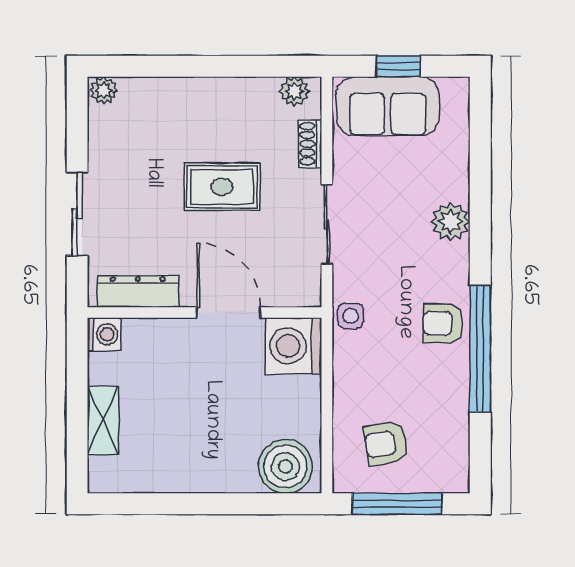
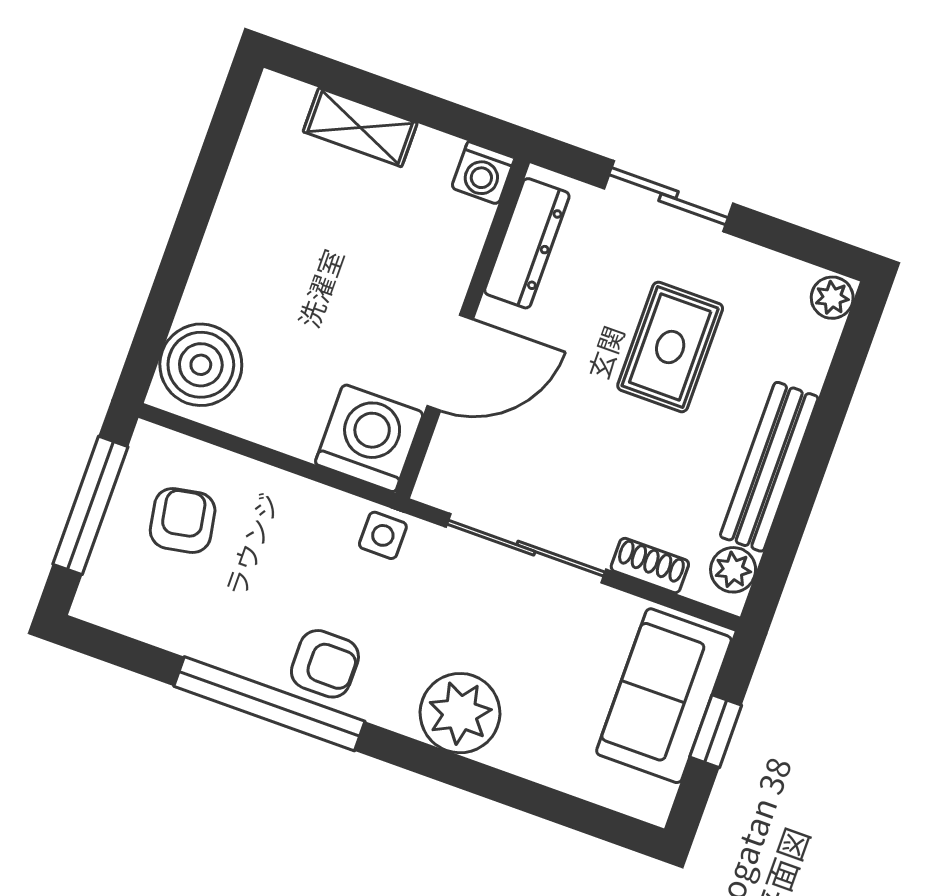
bench: (222, 92) -> (769, 467), added
rug: (222, 187) -> (670, 347), moved
plant: (451, 222) -> (460, 713), width x1.36, depth x1.36
sliding door: (327, 224) -> (526, 548), width x1.37
armchair: (443, 323) -> (325, 664), turned 90

